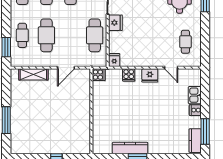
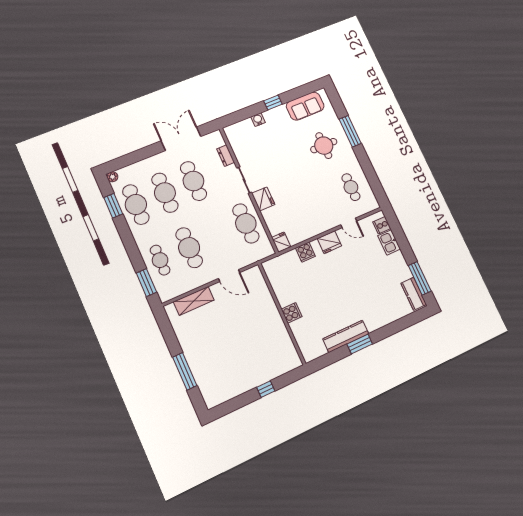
door: (66, 68) -> (229, 276), hinge flipped
cooker: (99, 75) -> (292, 313), moved
cooker: (195, 110) -> (382, 225), moved

